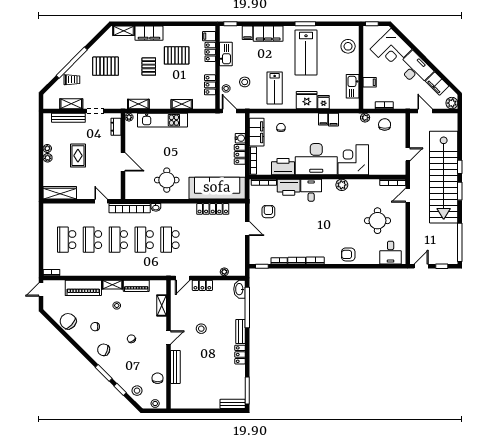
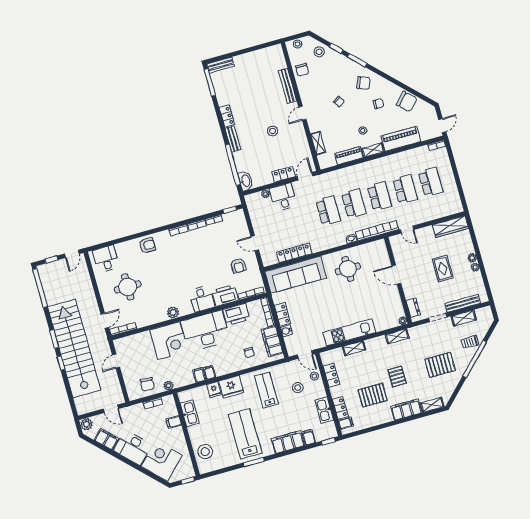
kitchen unit: (163, 120) -> (349, 332), moved
desk: (209, 264) -> (283, 197), added

